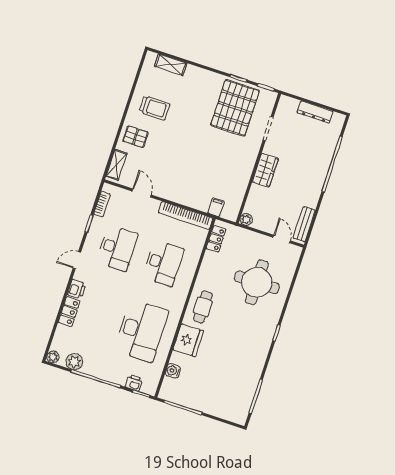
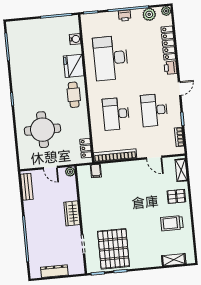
door: (282, 239) -> (50, 168), moved
locker: (69, 312) -> (168, 43), width x1.53
printer: (134, 383) -> (125, 16), moved

